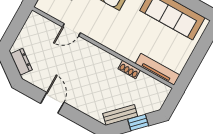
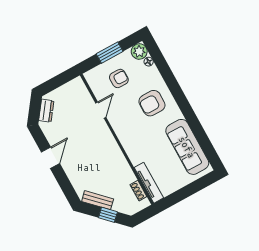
door: (71, 30) -> (101, 110), swing flipped
shoe rack: (129, 70) -> (138, 191), moved

